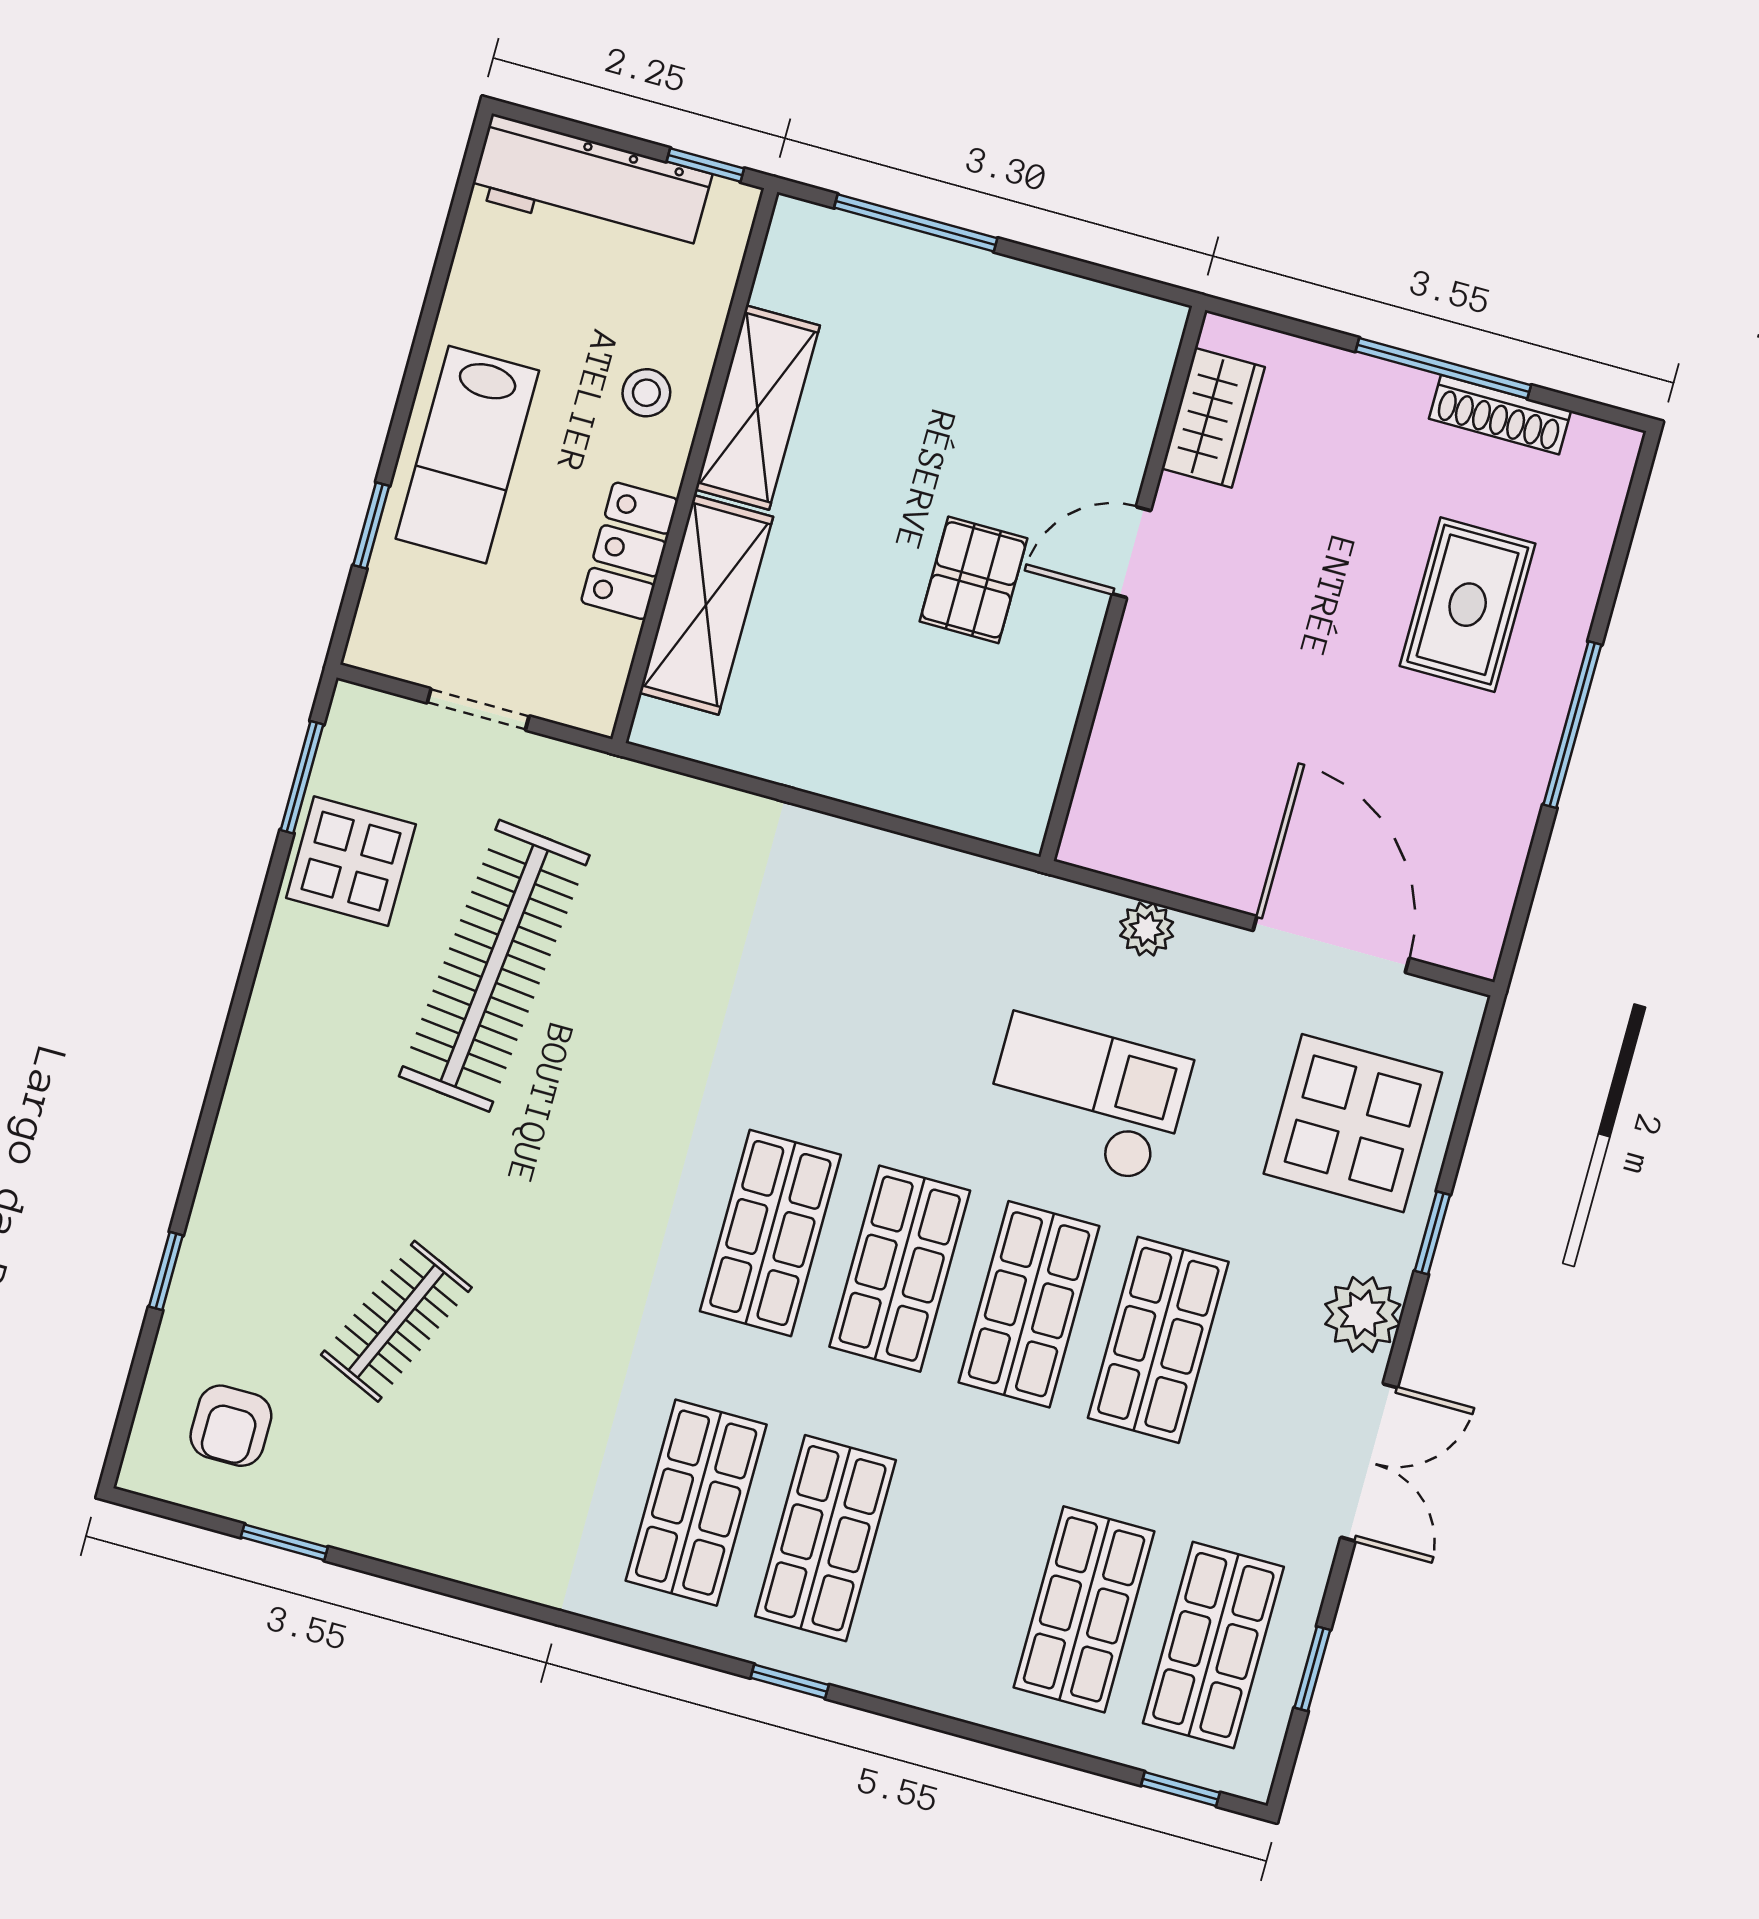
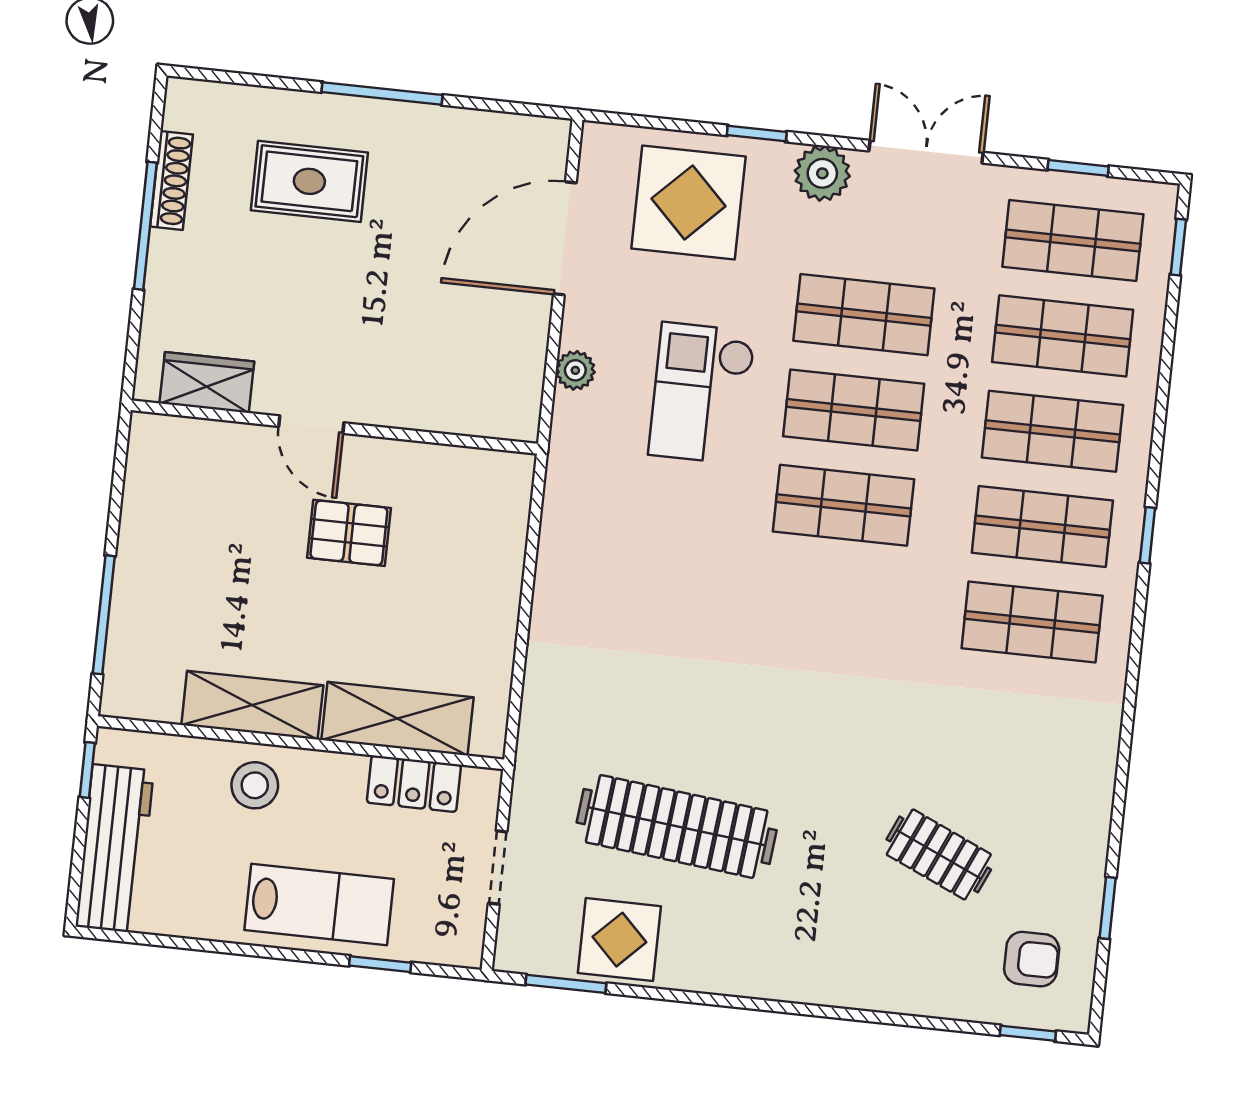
stool: (646, 393) -> (255, 785), width x1.37, depth x1.37
locker: (630, 551) -> (414, 784), moved
shop shelf: (770, 1233) -> (1052, 431), moved
window: (166, 1271) -> (1028, 1033), moved

